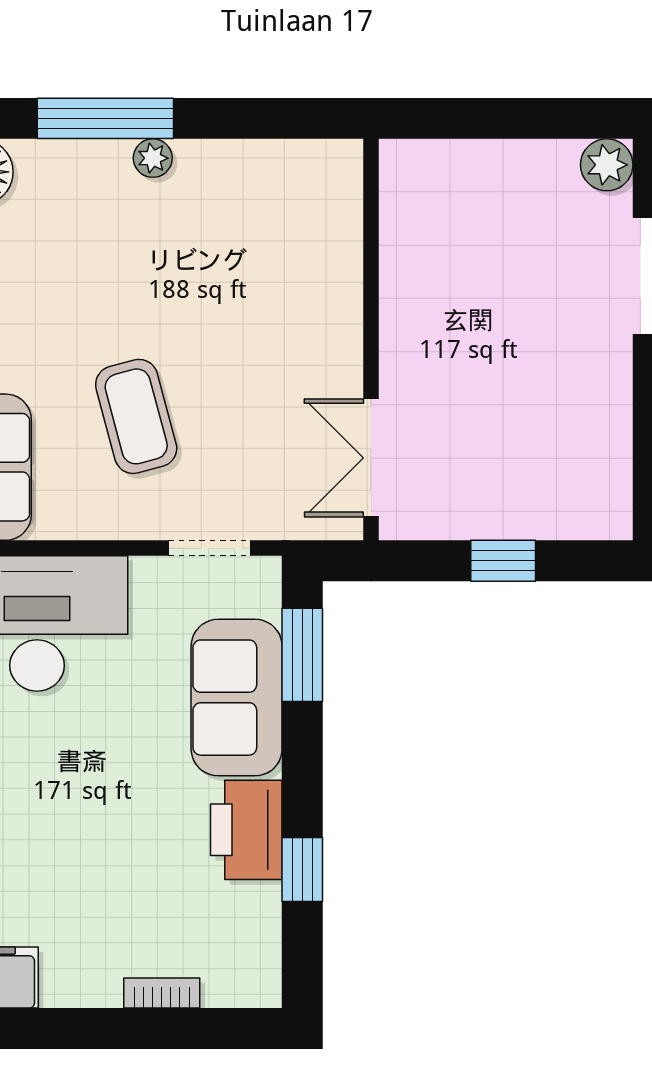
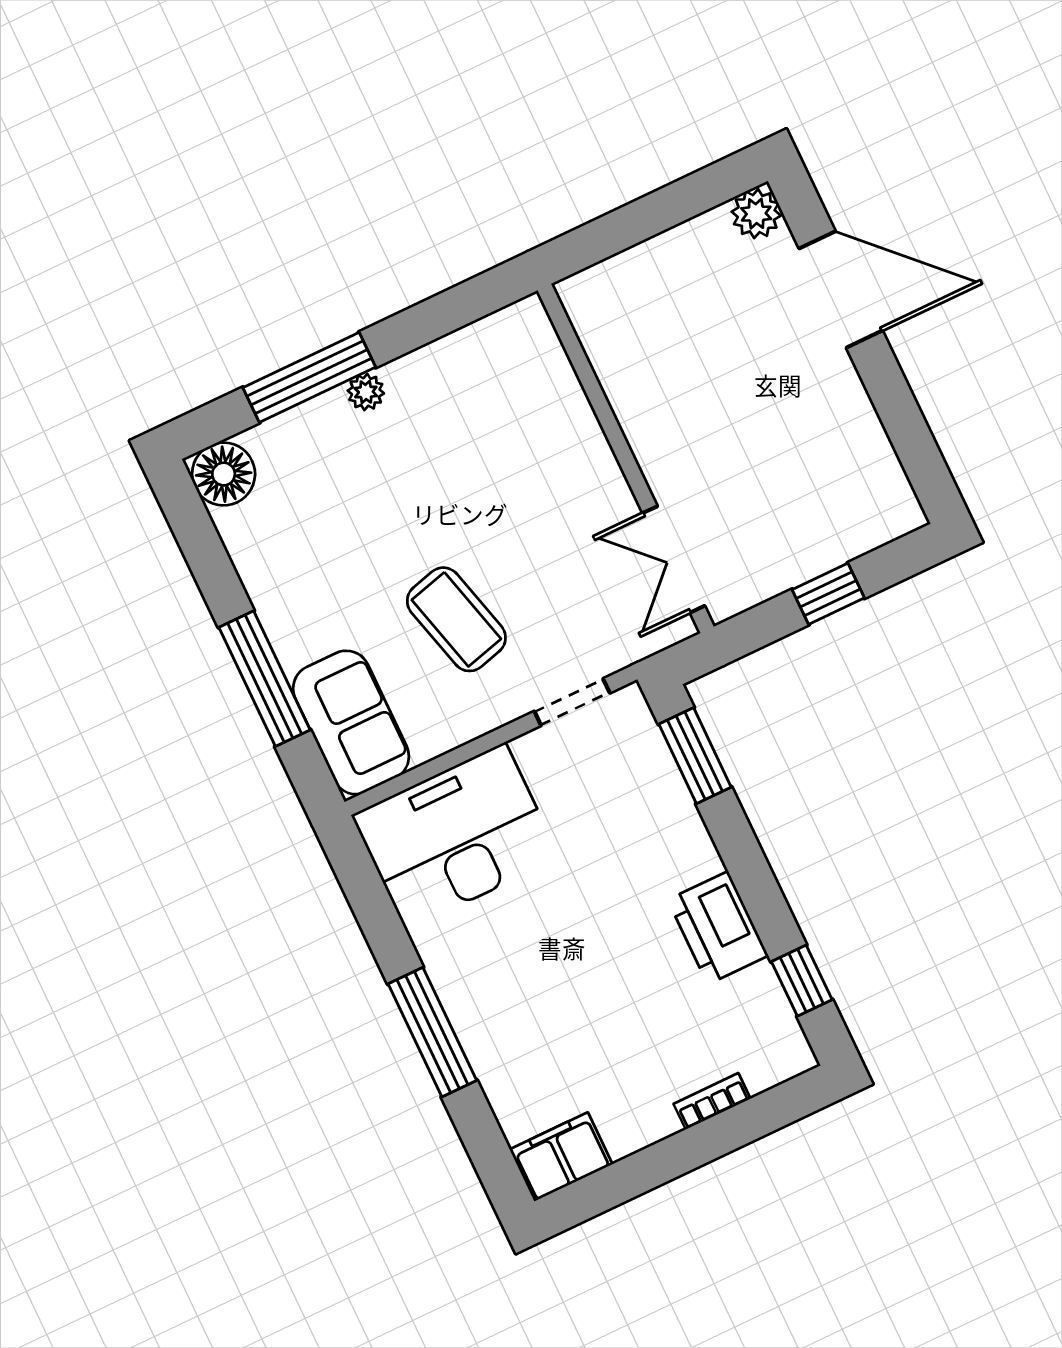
sofa: (237, 698) -> (656, 819), removed
window: (302, 869) -> (802, 981), moved

